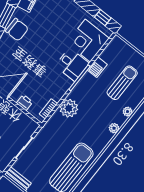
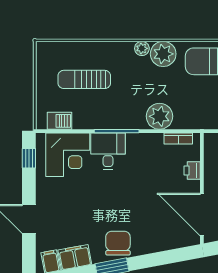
barbecue: (97, 67) -> (60, 121), moved
plant: (128, 112) -> (163, 54), moved, width x1.87, depth x1.87

